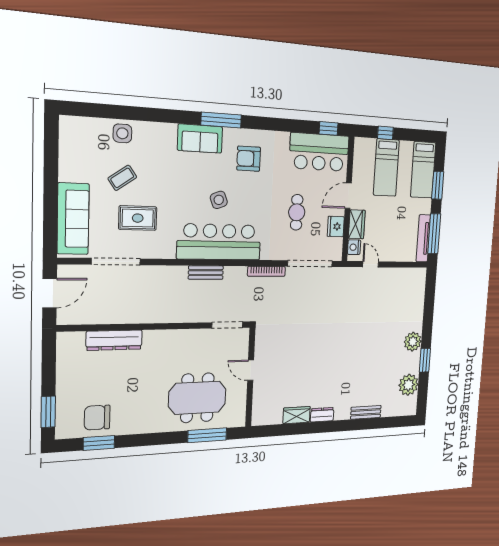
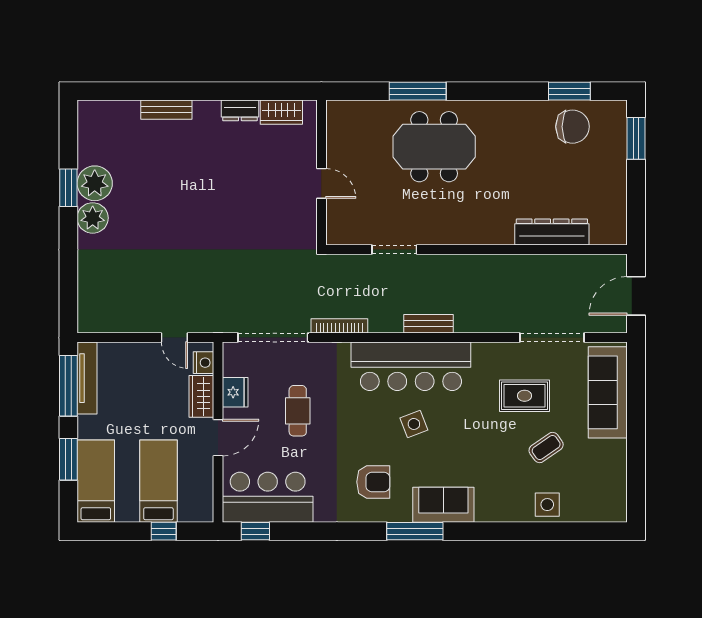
door: (251, 370) -> (321, 183), moved
wall: (250, 377) -> (321, 173), moved
plant: (409, 385) -> (95, 183), moved

